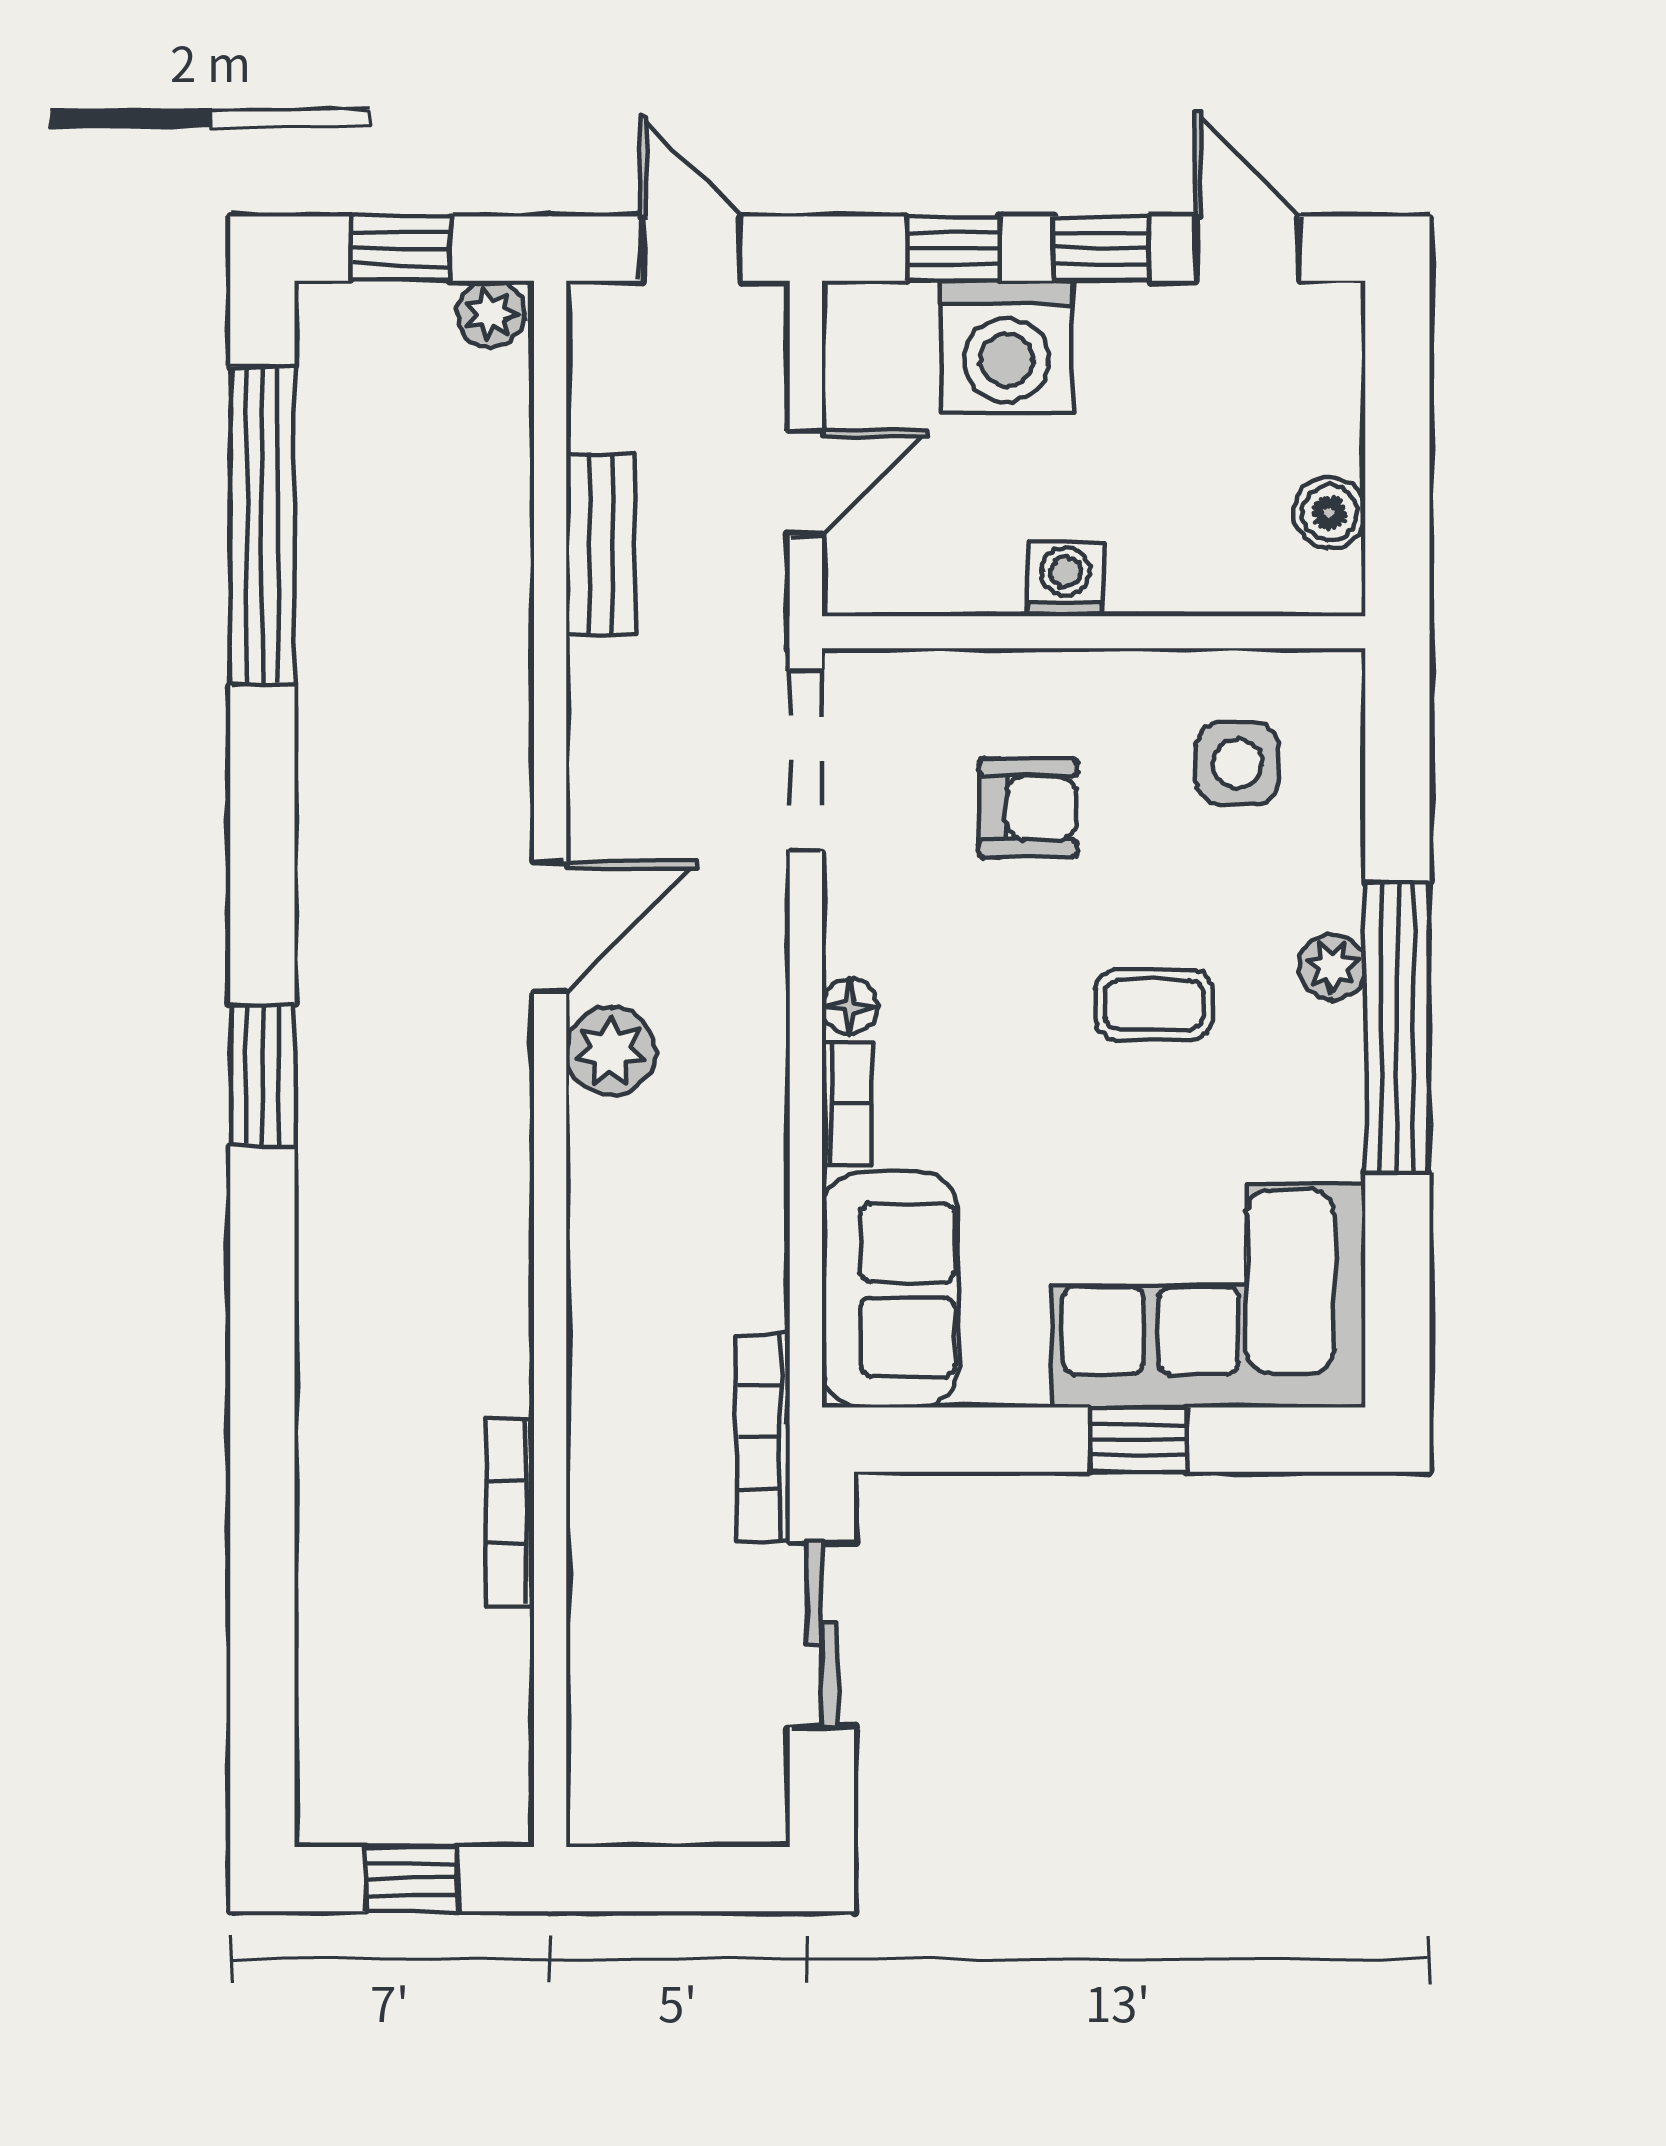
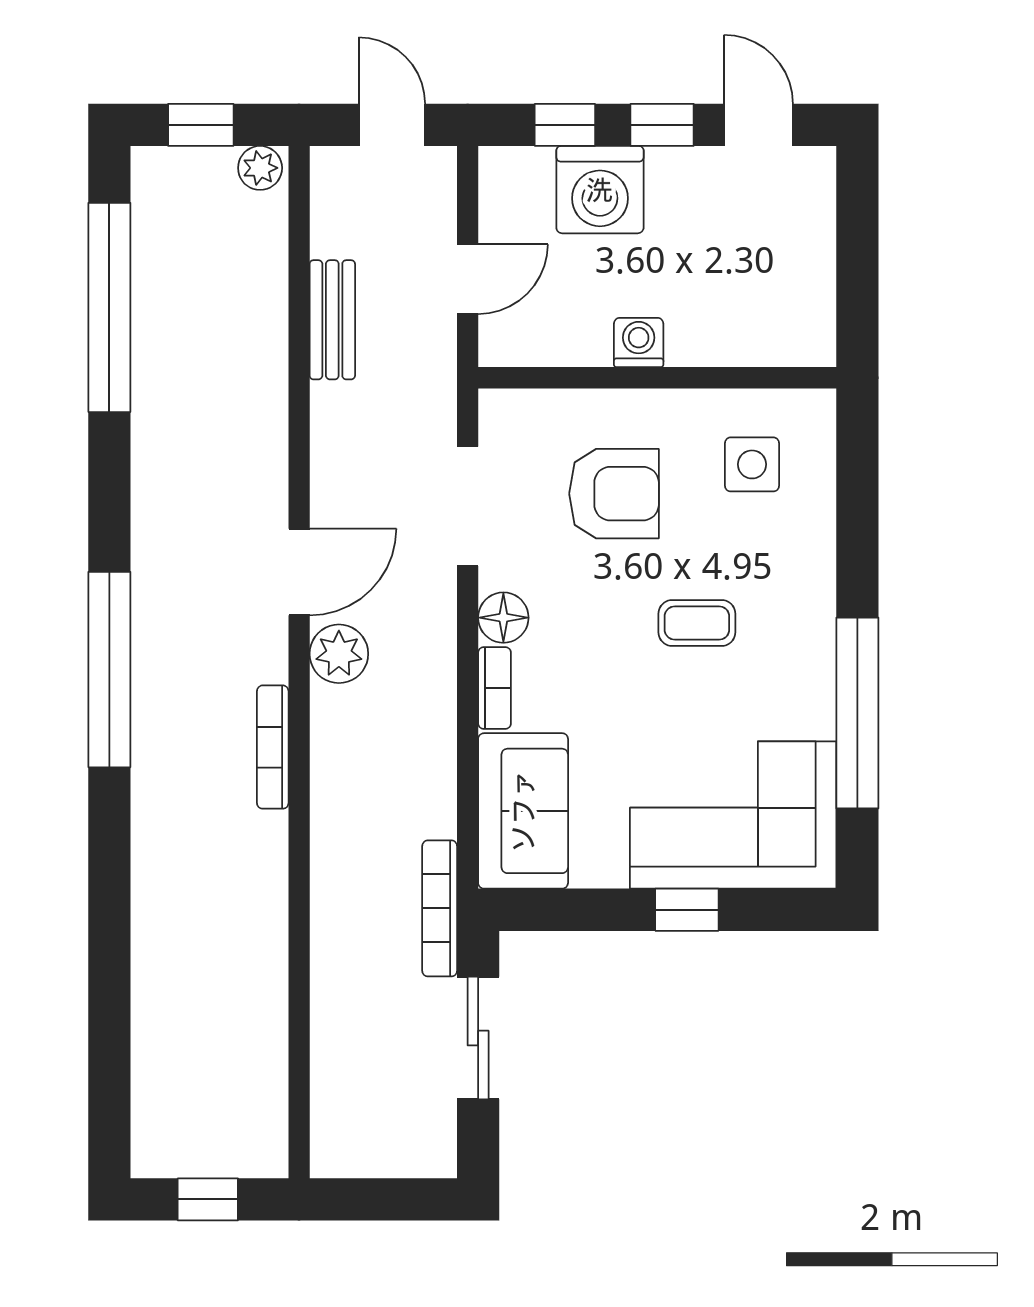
boiler: (1329, 513) -> (812, 299), removed
doorway: (806, 761) -> (468, 506), moved
armchair: (1028, 808) -> (614, 494), width x1.38, depth x1.38
plant: (1332, 967) -> (815, 598), removed
floor lamp: (850, 1007) -> (503, 618), width x1.37, depth x1.37
window: (1397, 1027) -> (857, 713), moved
window: (262, 1075) -> (109, 670), width x2.11
bookcase: (510, 1512) -> (273, 747), moved

